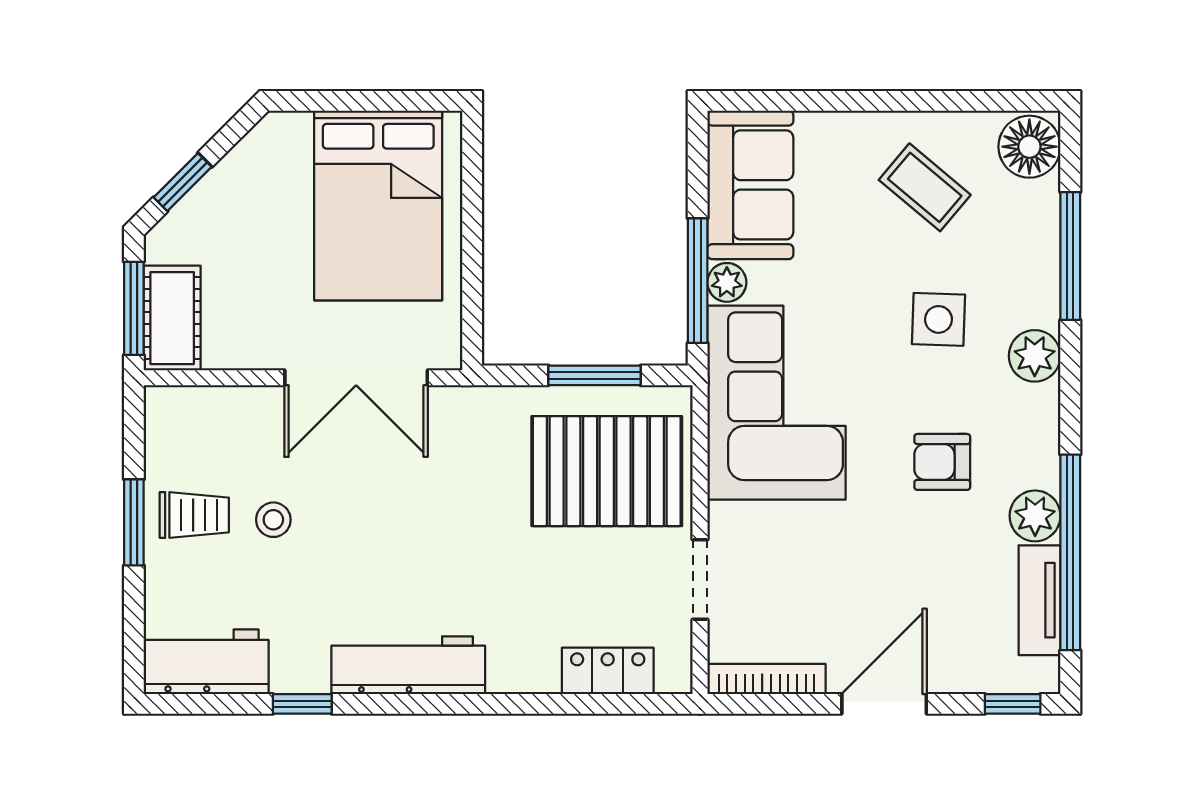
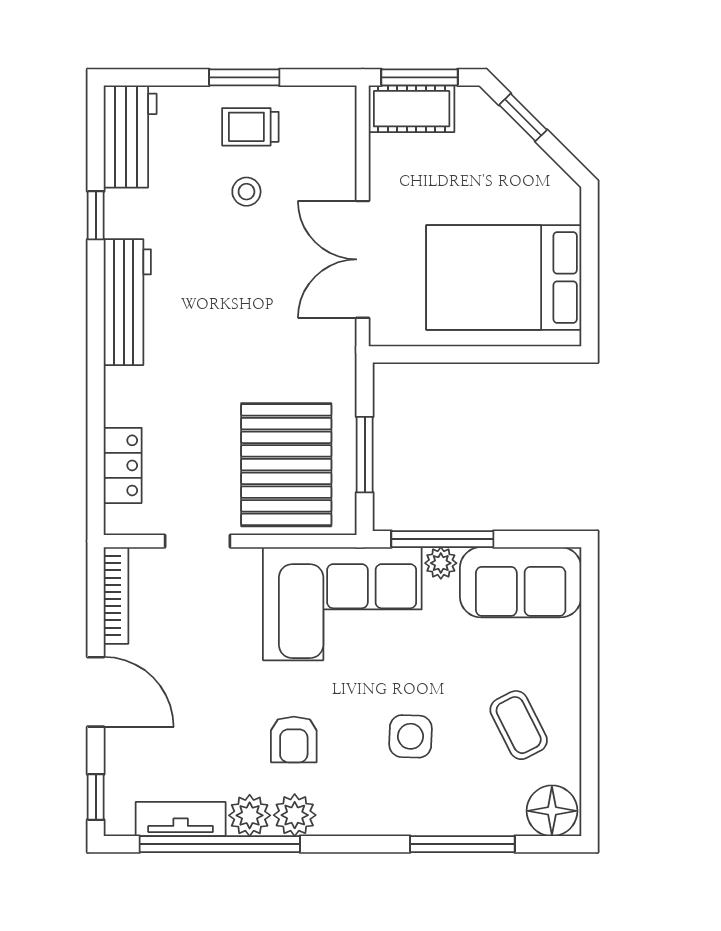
coffee table: (925, 187) -> (519, 725), turned -67
plant: (1035, 356) -> (295, 815), moved
armchair: (942, 462) -> (294, 739), turned 180
trolley: (194, 515) -> (250, 127), turned 90

